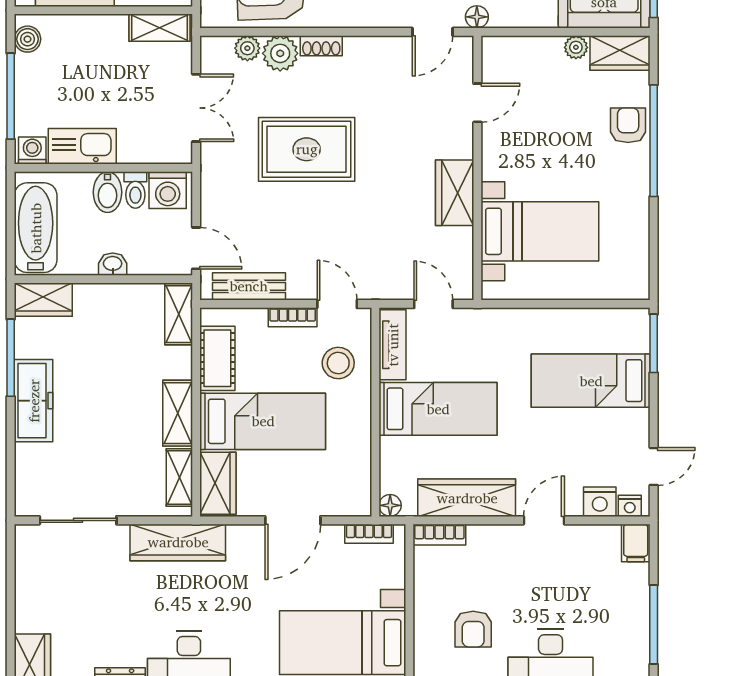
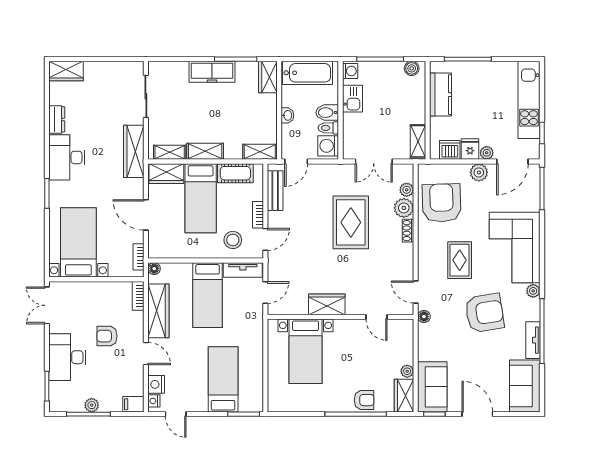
kitchen sink: (82, 146) -> (352, 99), width x0.73
plant: (637, 619) -> (92, 405), added
armchair: (473, 629) -> (107, 336), moved

